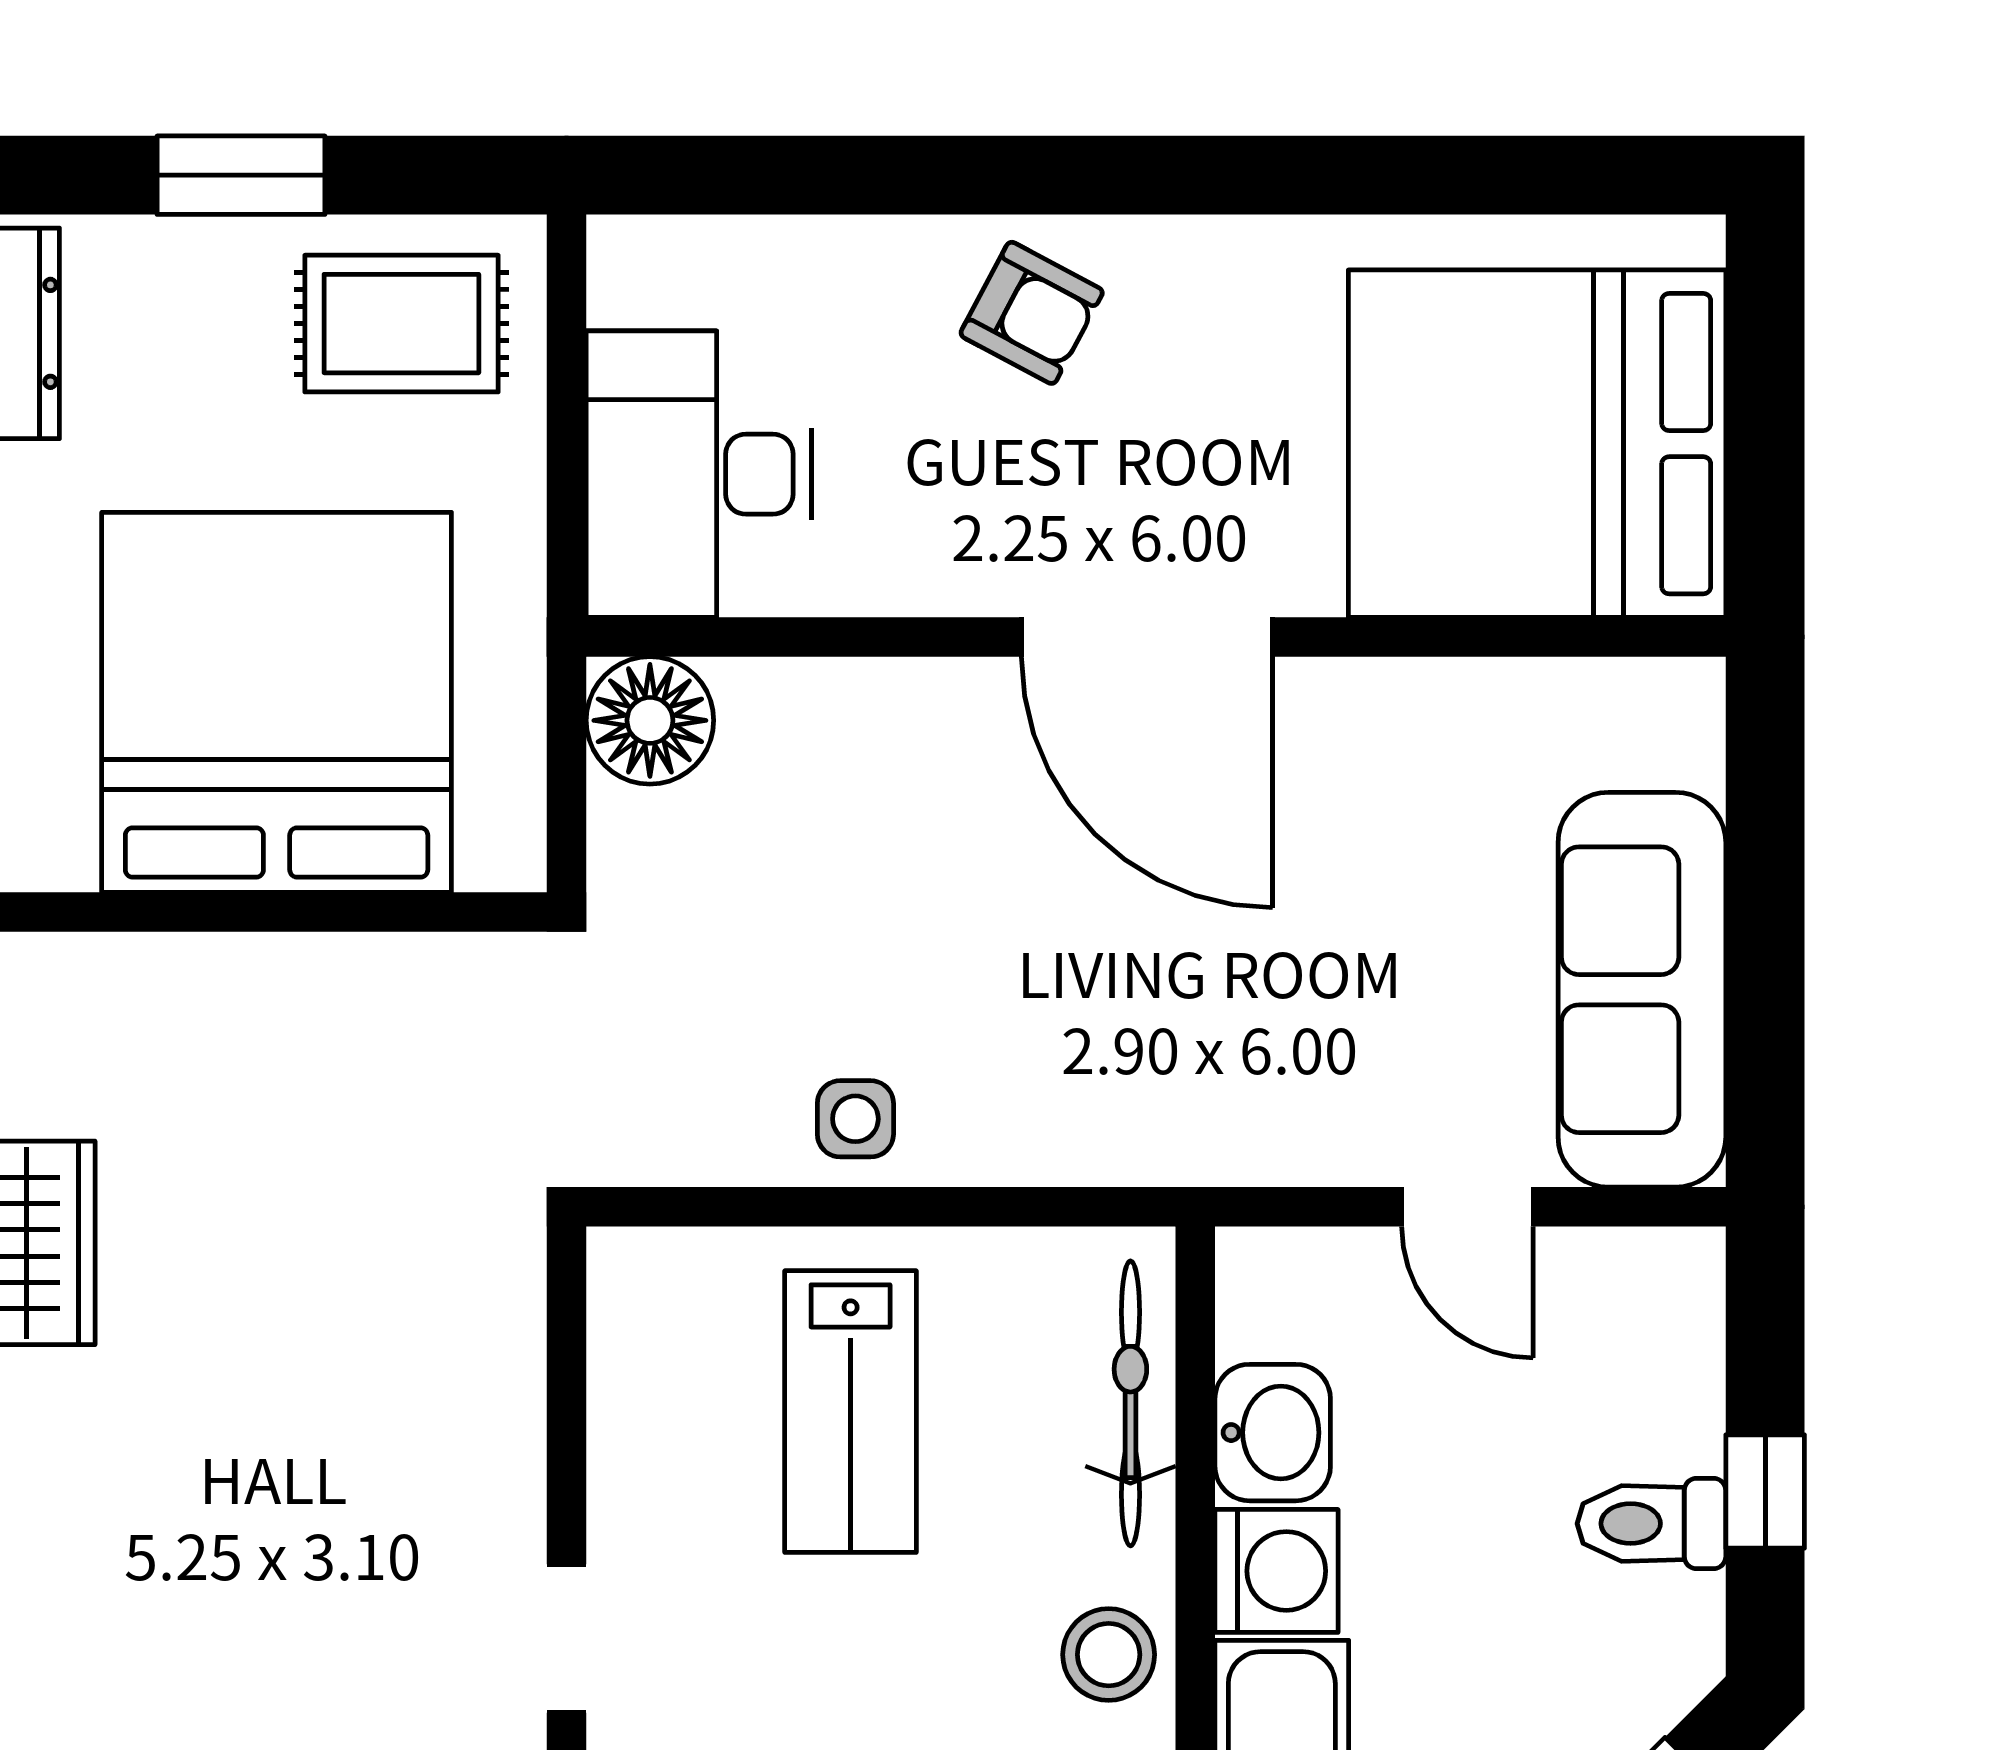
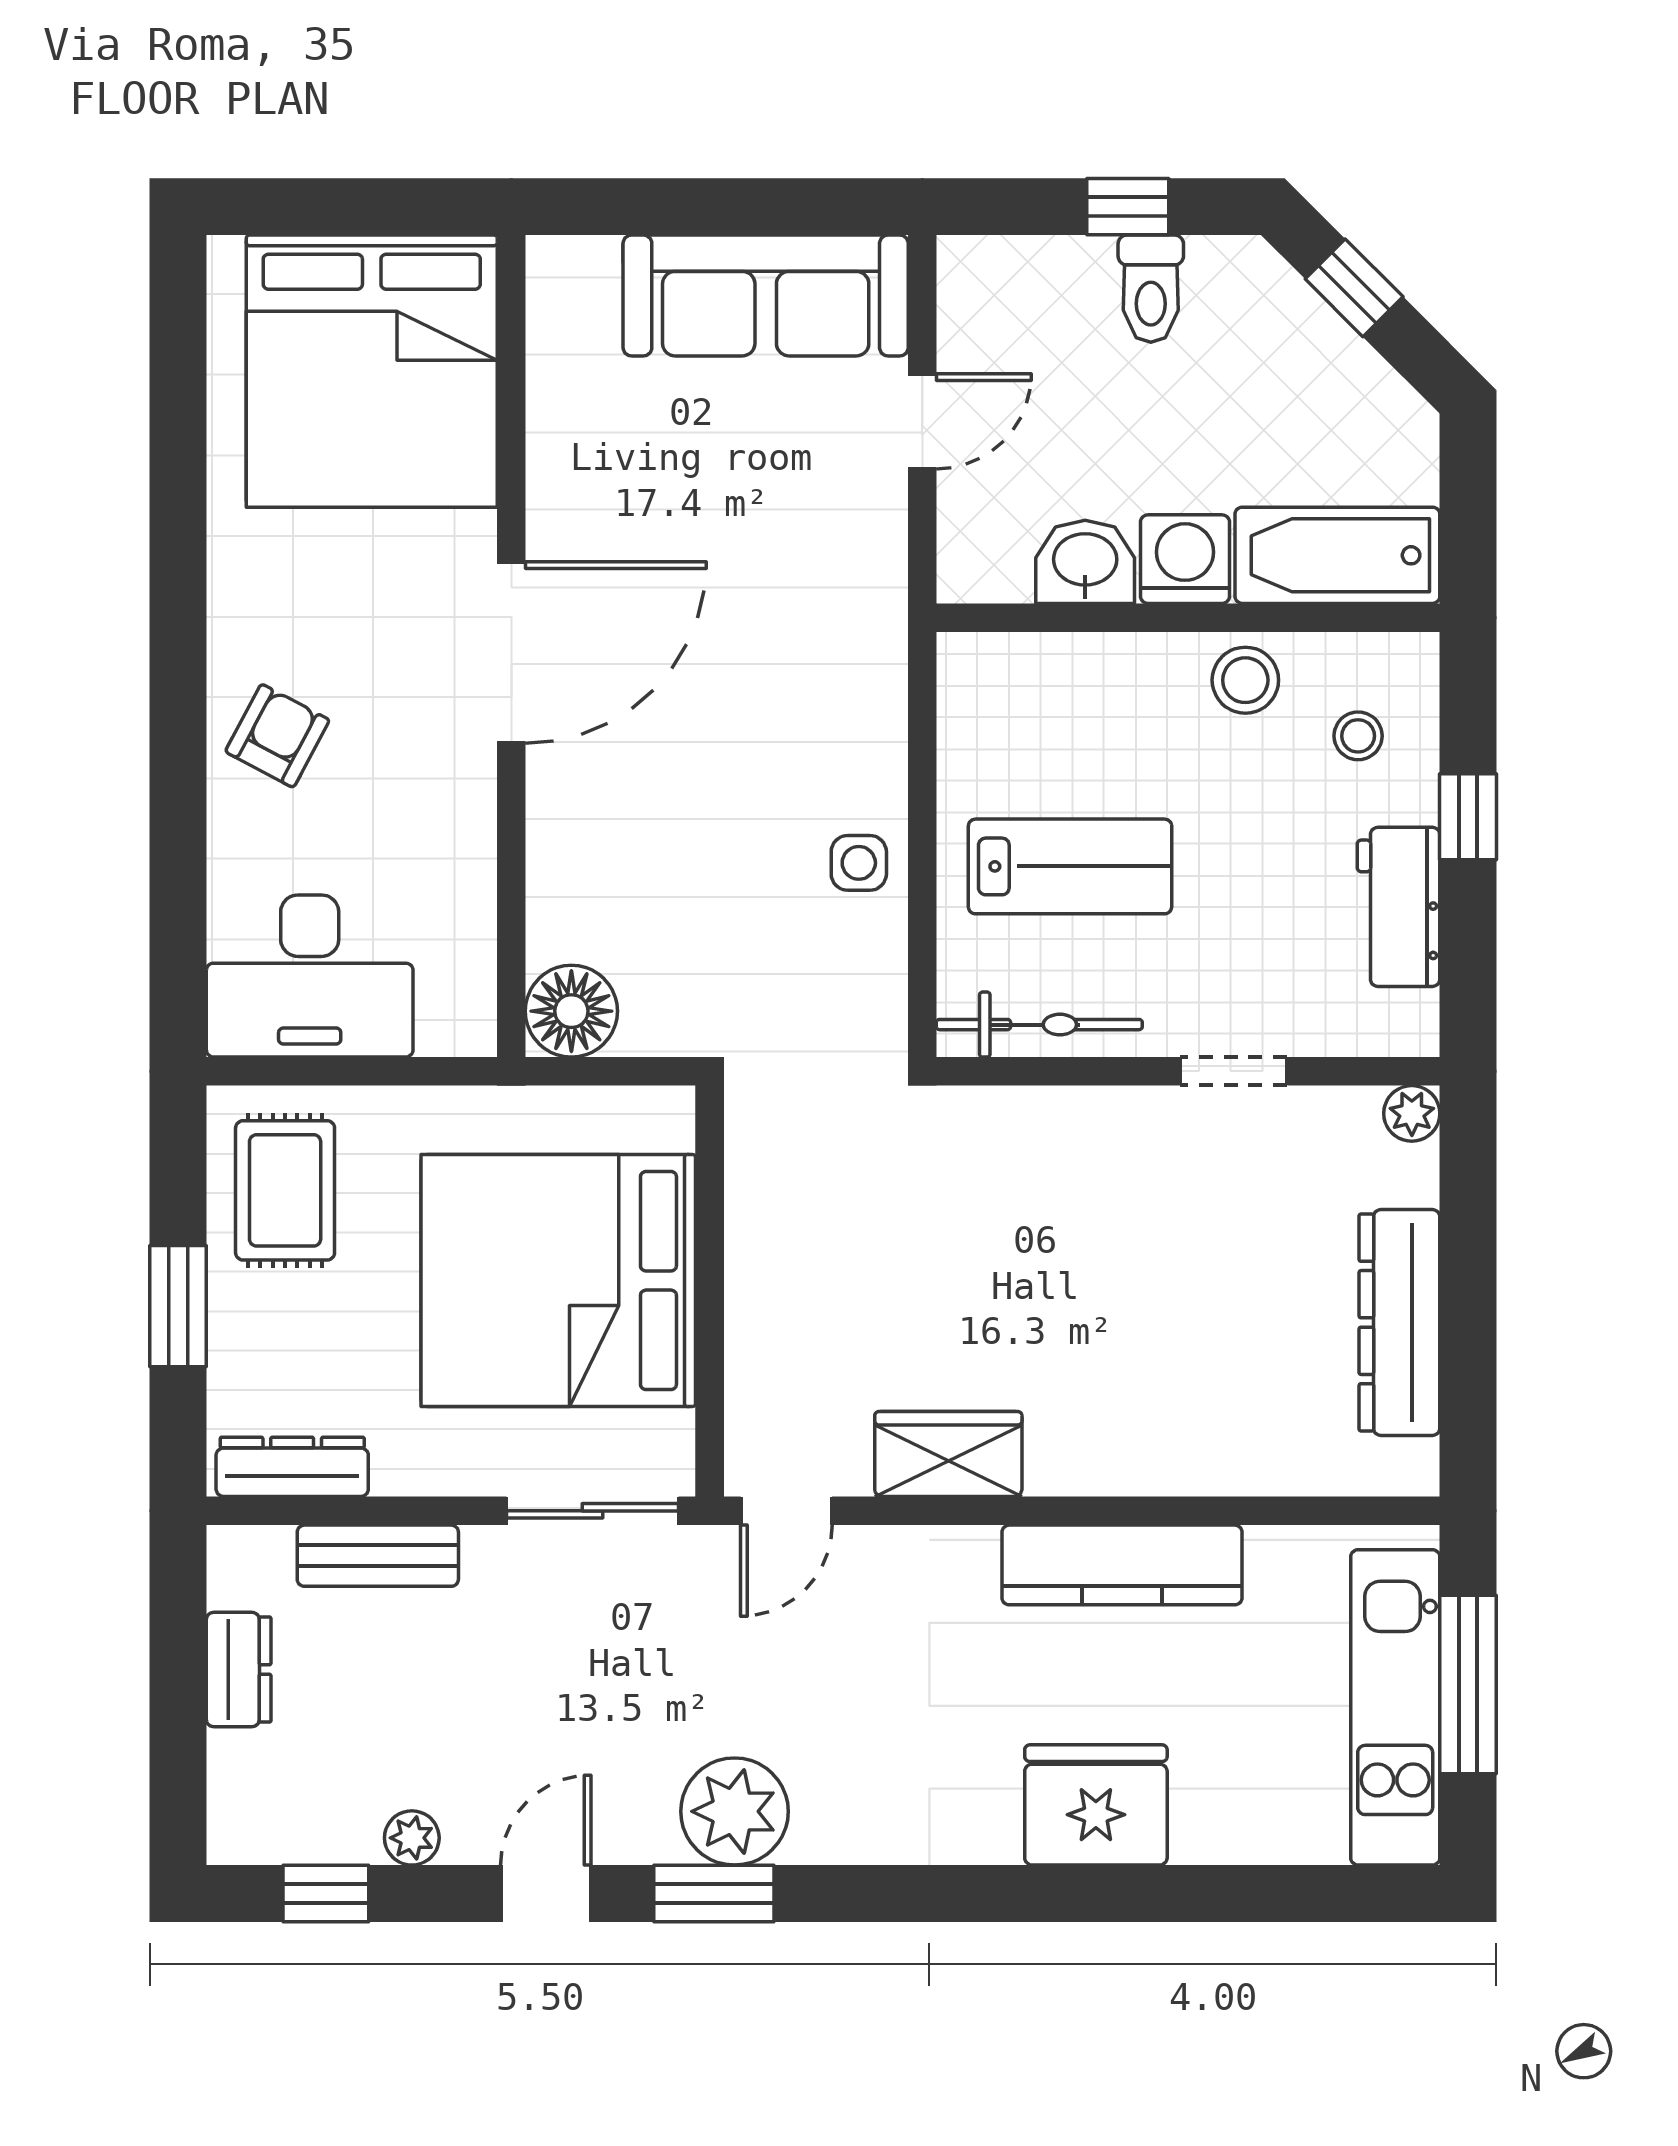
desk: (699, 474) -> (310, 976), moved
bicycle: (1130, 1403) -> (1039, 1025), moved, turned 180

